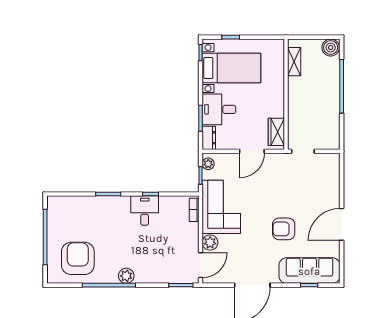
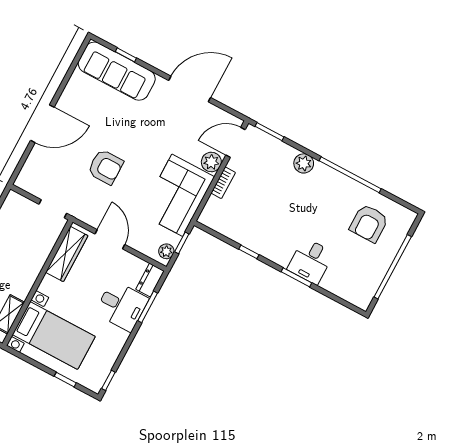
bed with nightstands: (231, 68) -> (54, 335), moved, turned 180
wardrobe: (276, 132) -> (67, 254), width x1.50
door: (252, 151) -> (110, 239), hinge flipped
bookcase: (194, 210) -> (223, 183), moved
desk: (145, 211) -> (310, 261), moved
door: (342, 224) -> (42, 124), moved
armchair: (284, 229) -> (105, 167), moved
armchair: (78, 258) -> (369, 223), width x0.73, depth x0.73
plant: (126, 276) -> (304, 163), moved

